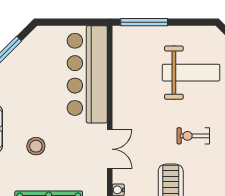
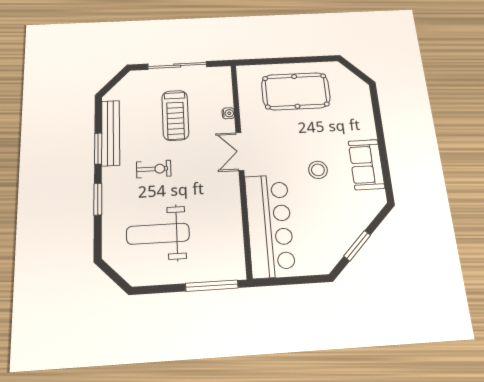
stool: (36, 146) -> (318, 170), moved

